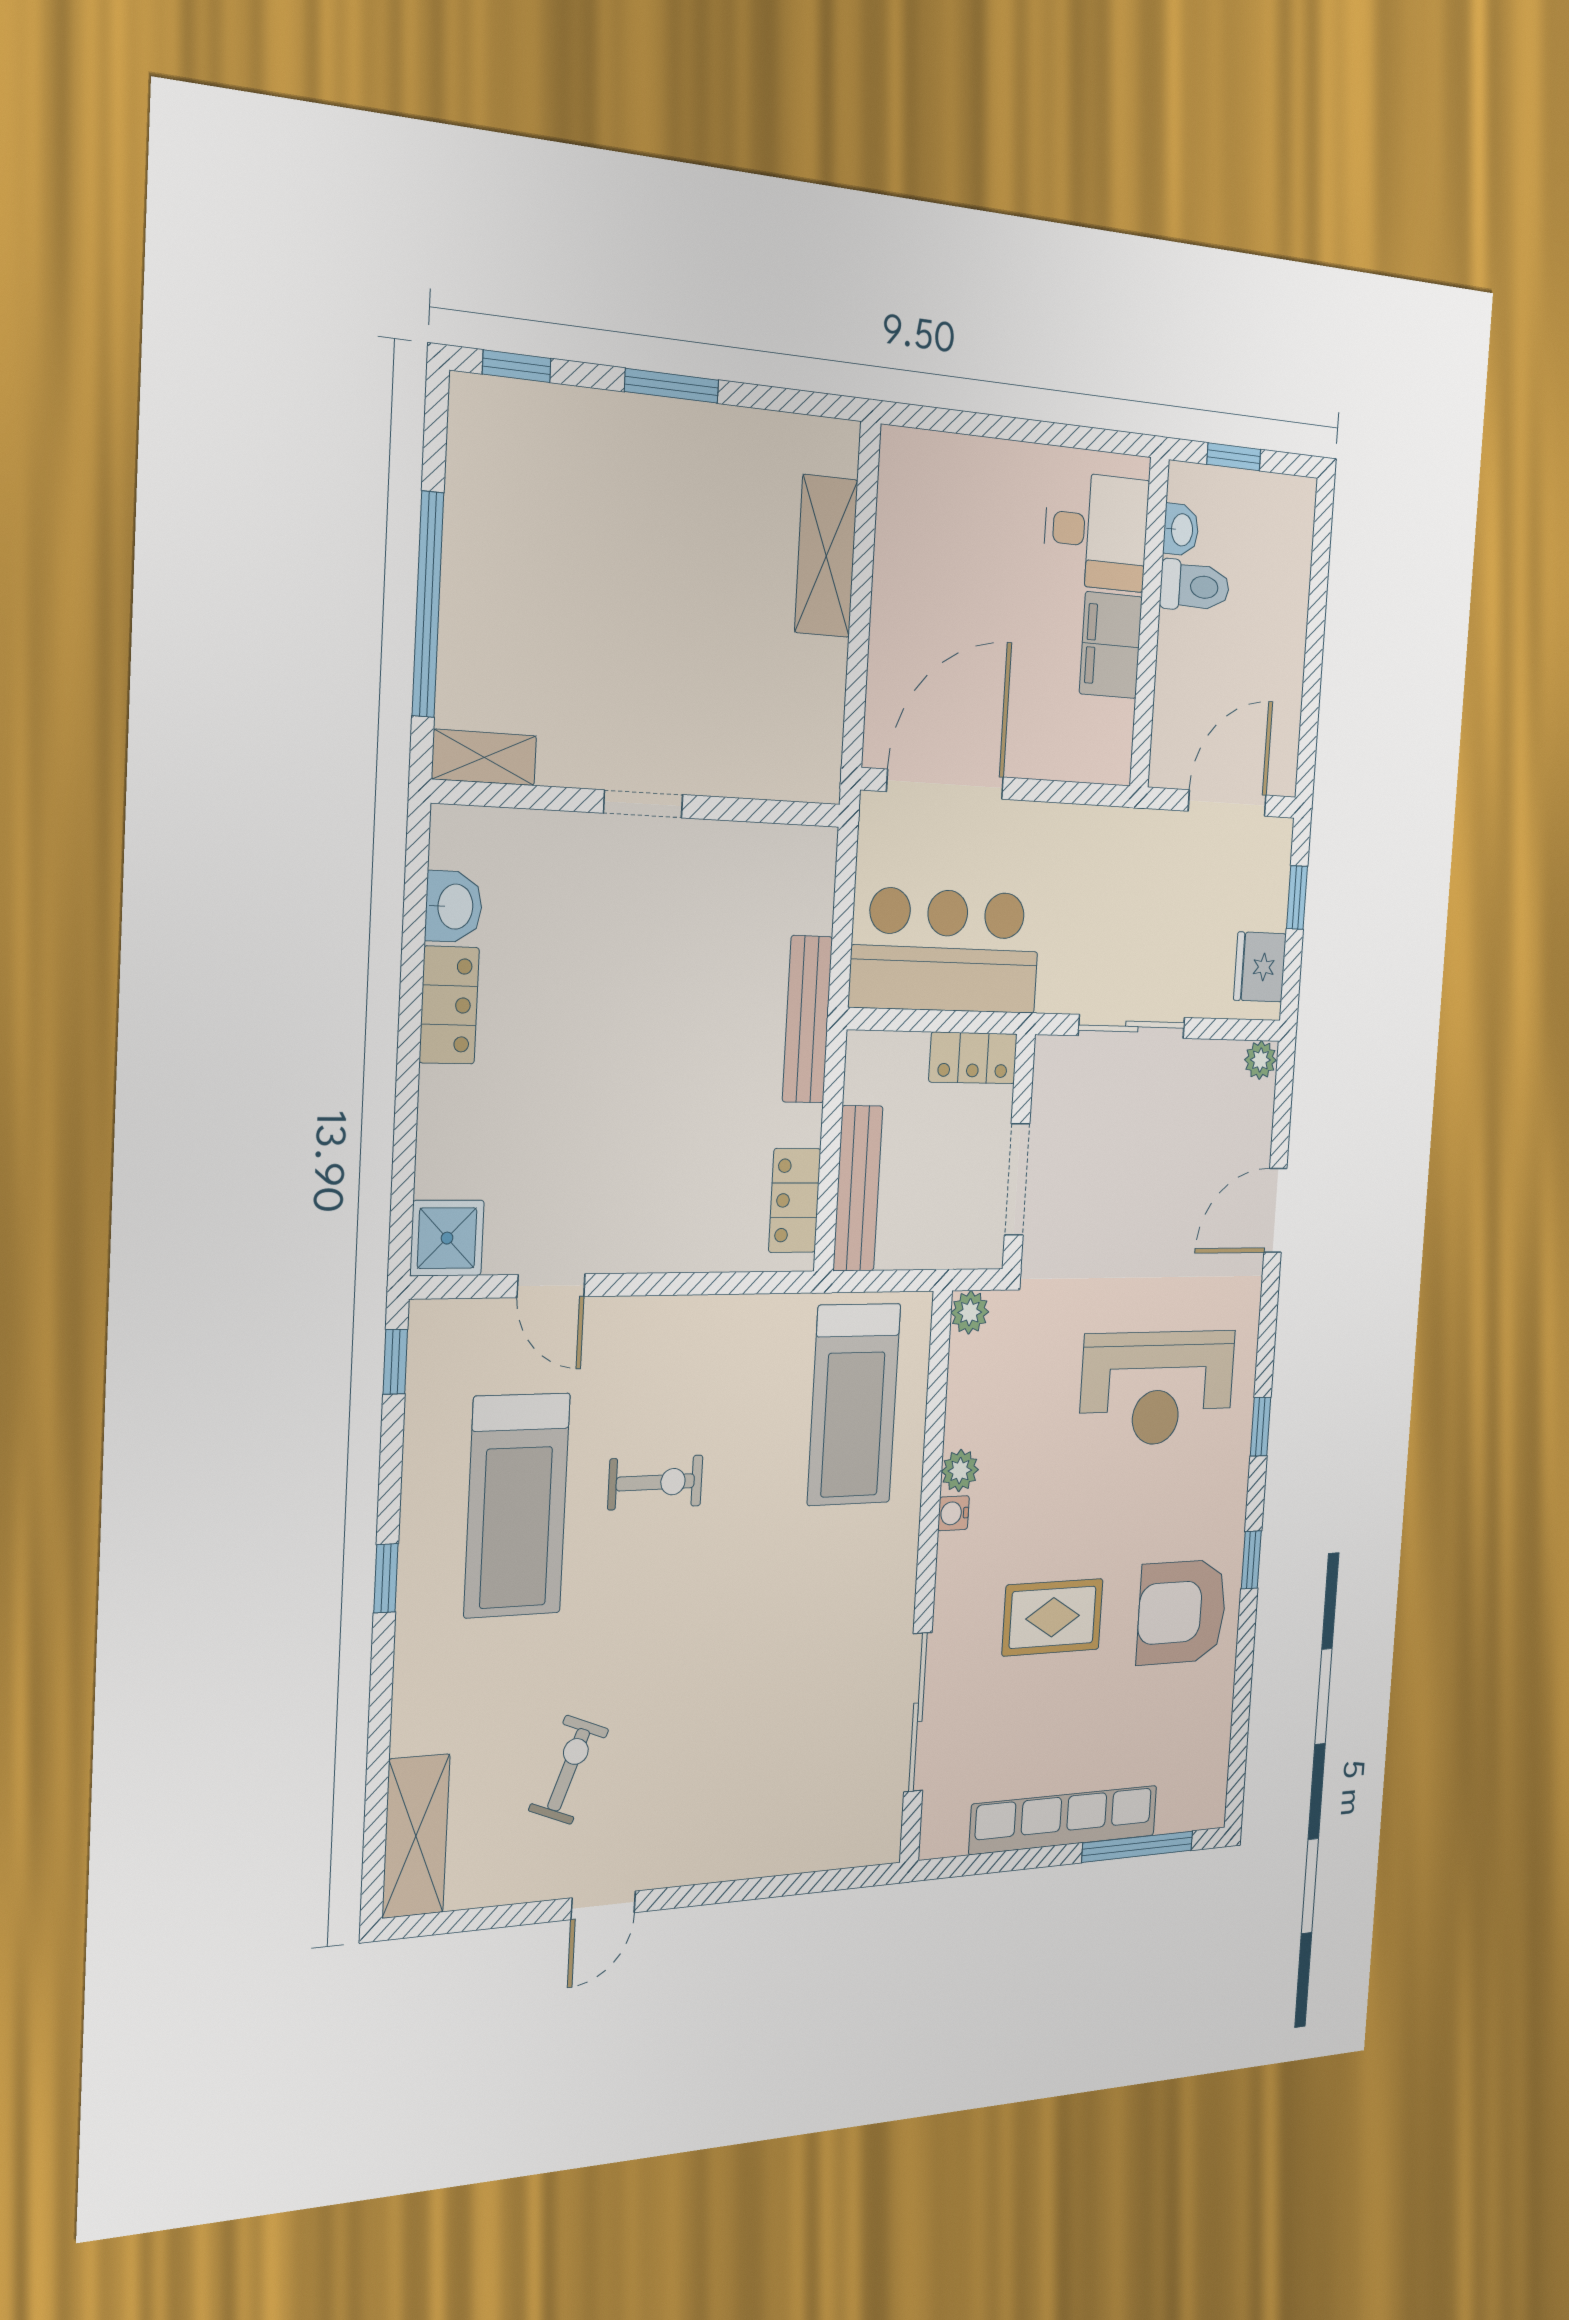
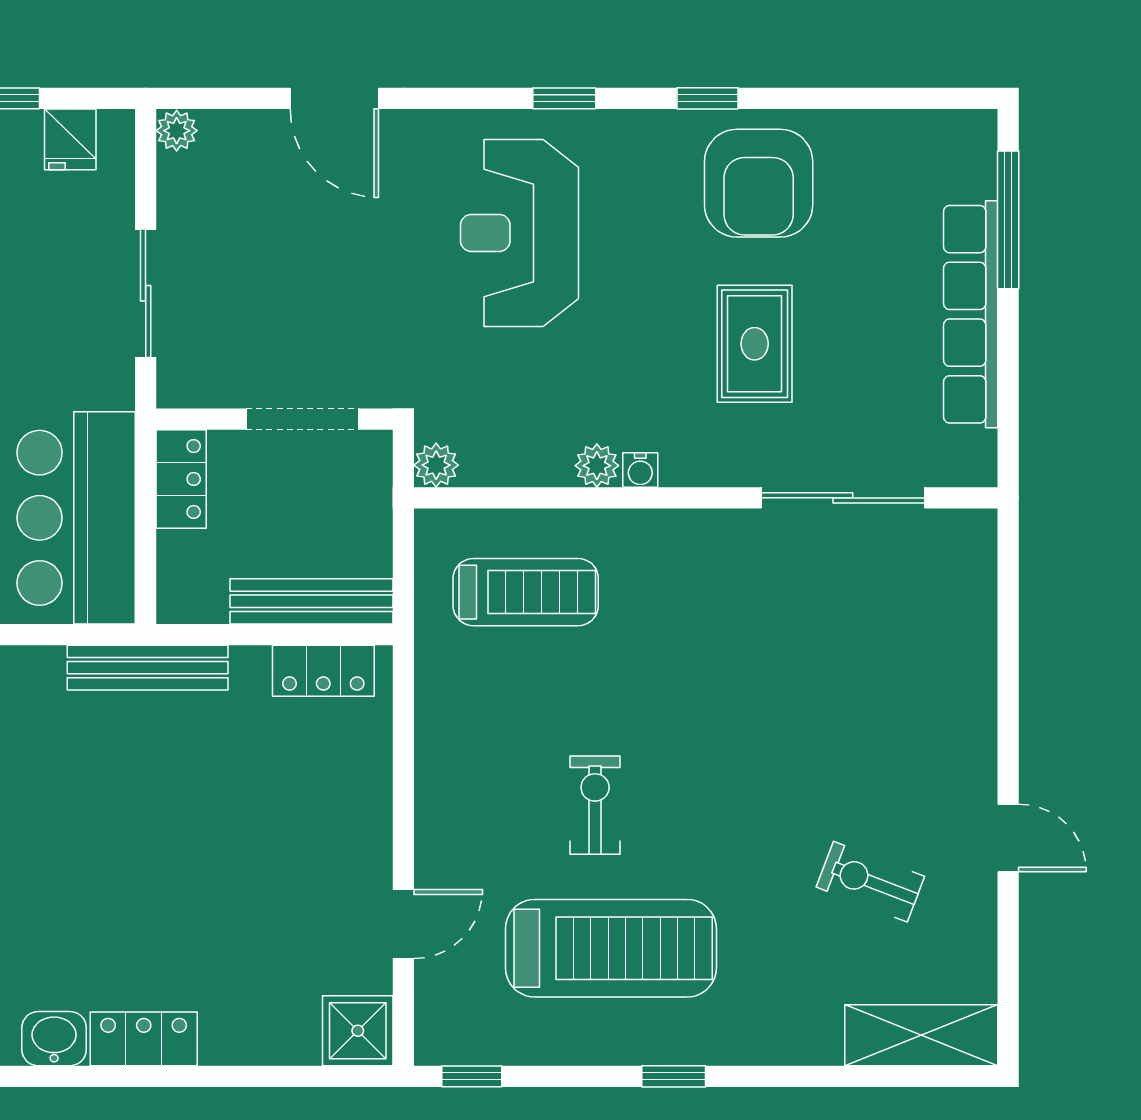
fridge: (1260, 967) -> (70, 139), width x0.72
reception desk: (1157, 1388) -> (519, 233), turned 180
treadmill: (854, 1404) -> (526, 592), width x0.73, depth x0.73

